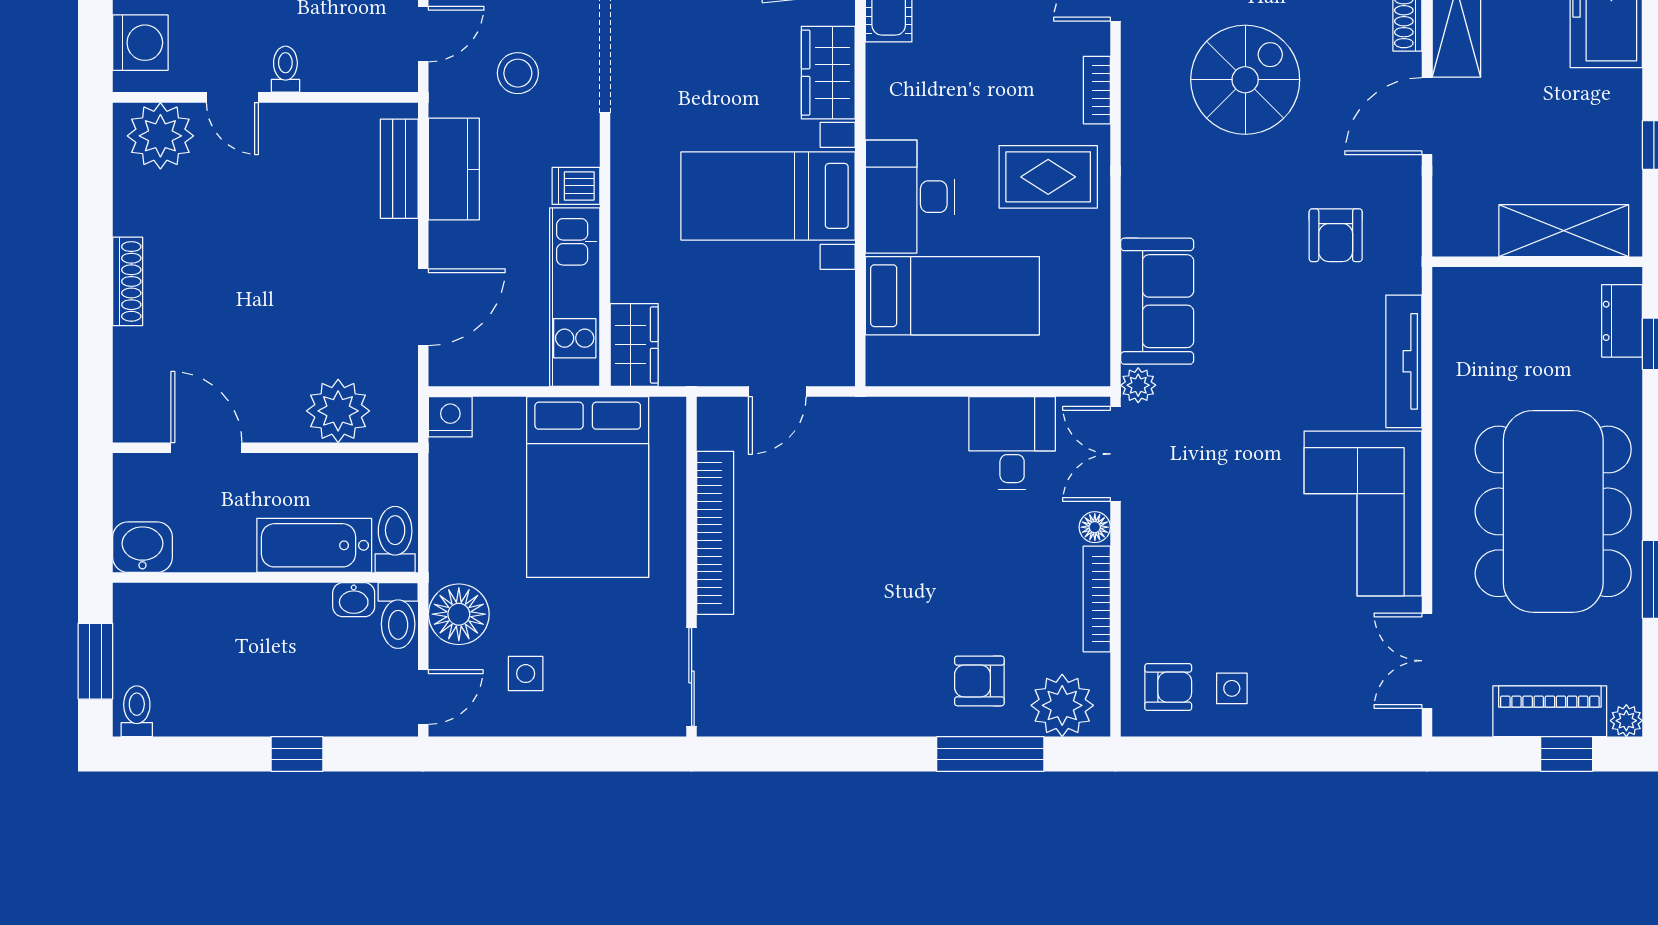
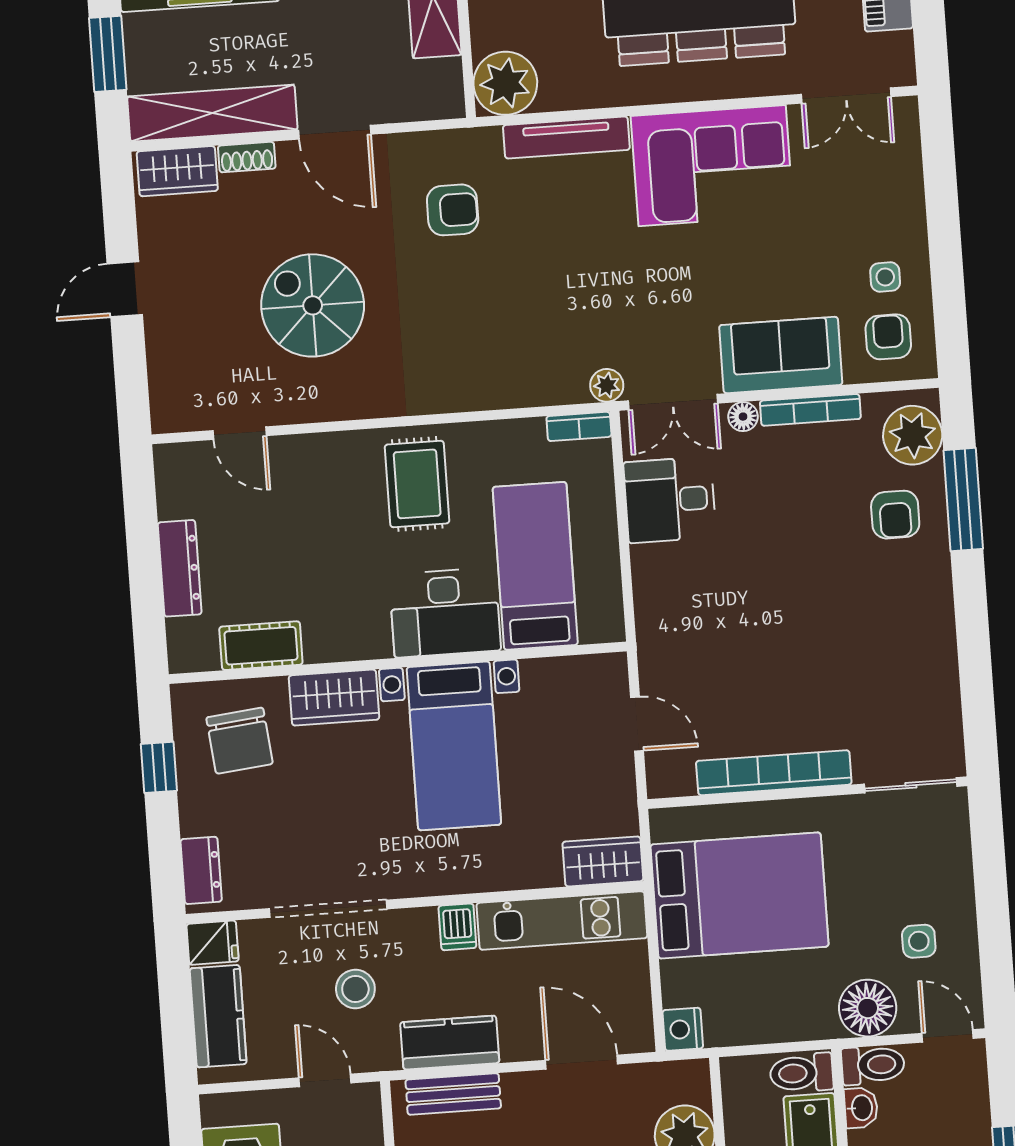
bookcase: (1097, 90) -> (579, 426), moved
sofa: (1157, 301) -> (781, 355), moved
plant: (1466, 301) -> (505, 83), added

